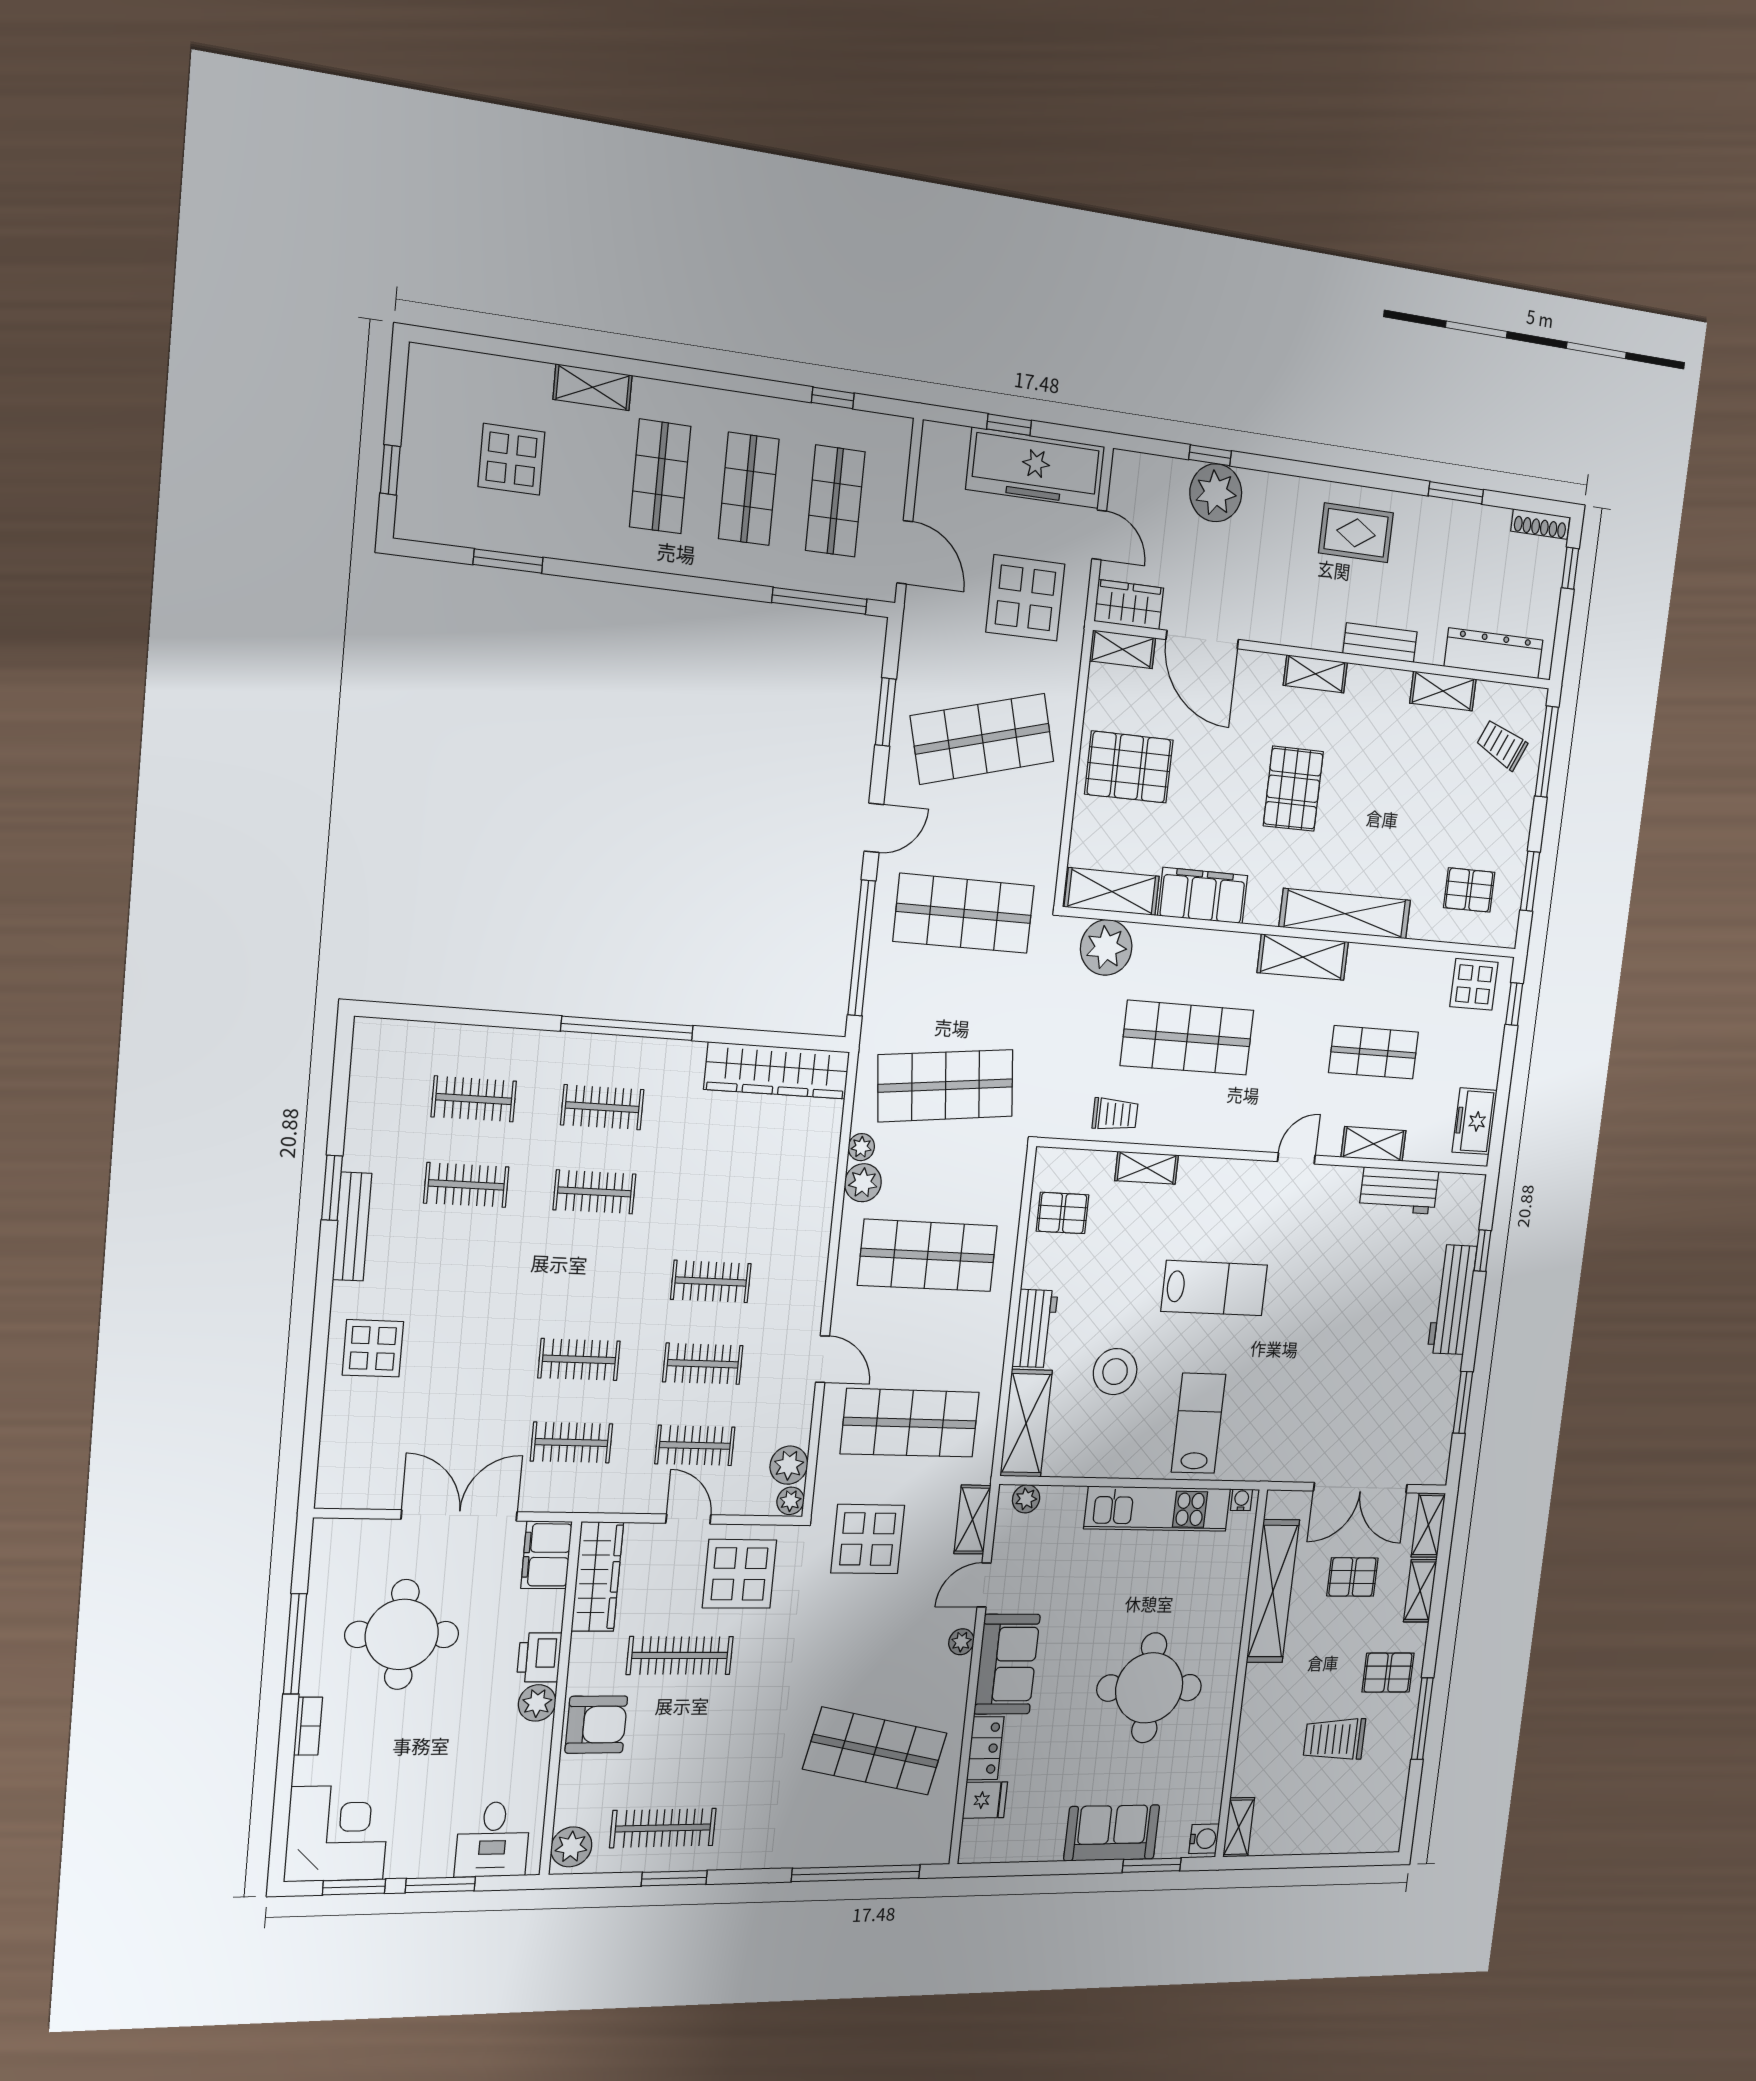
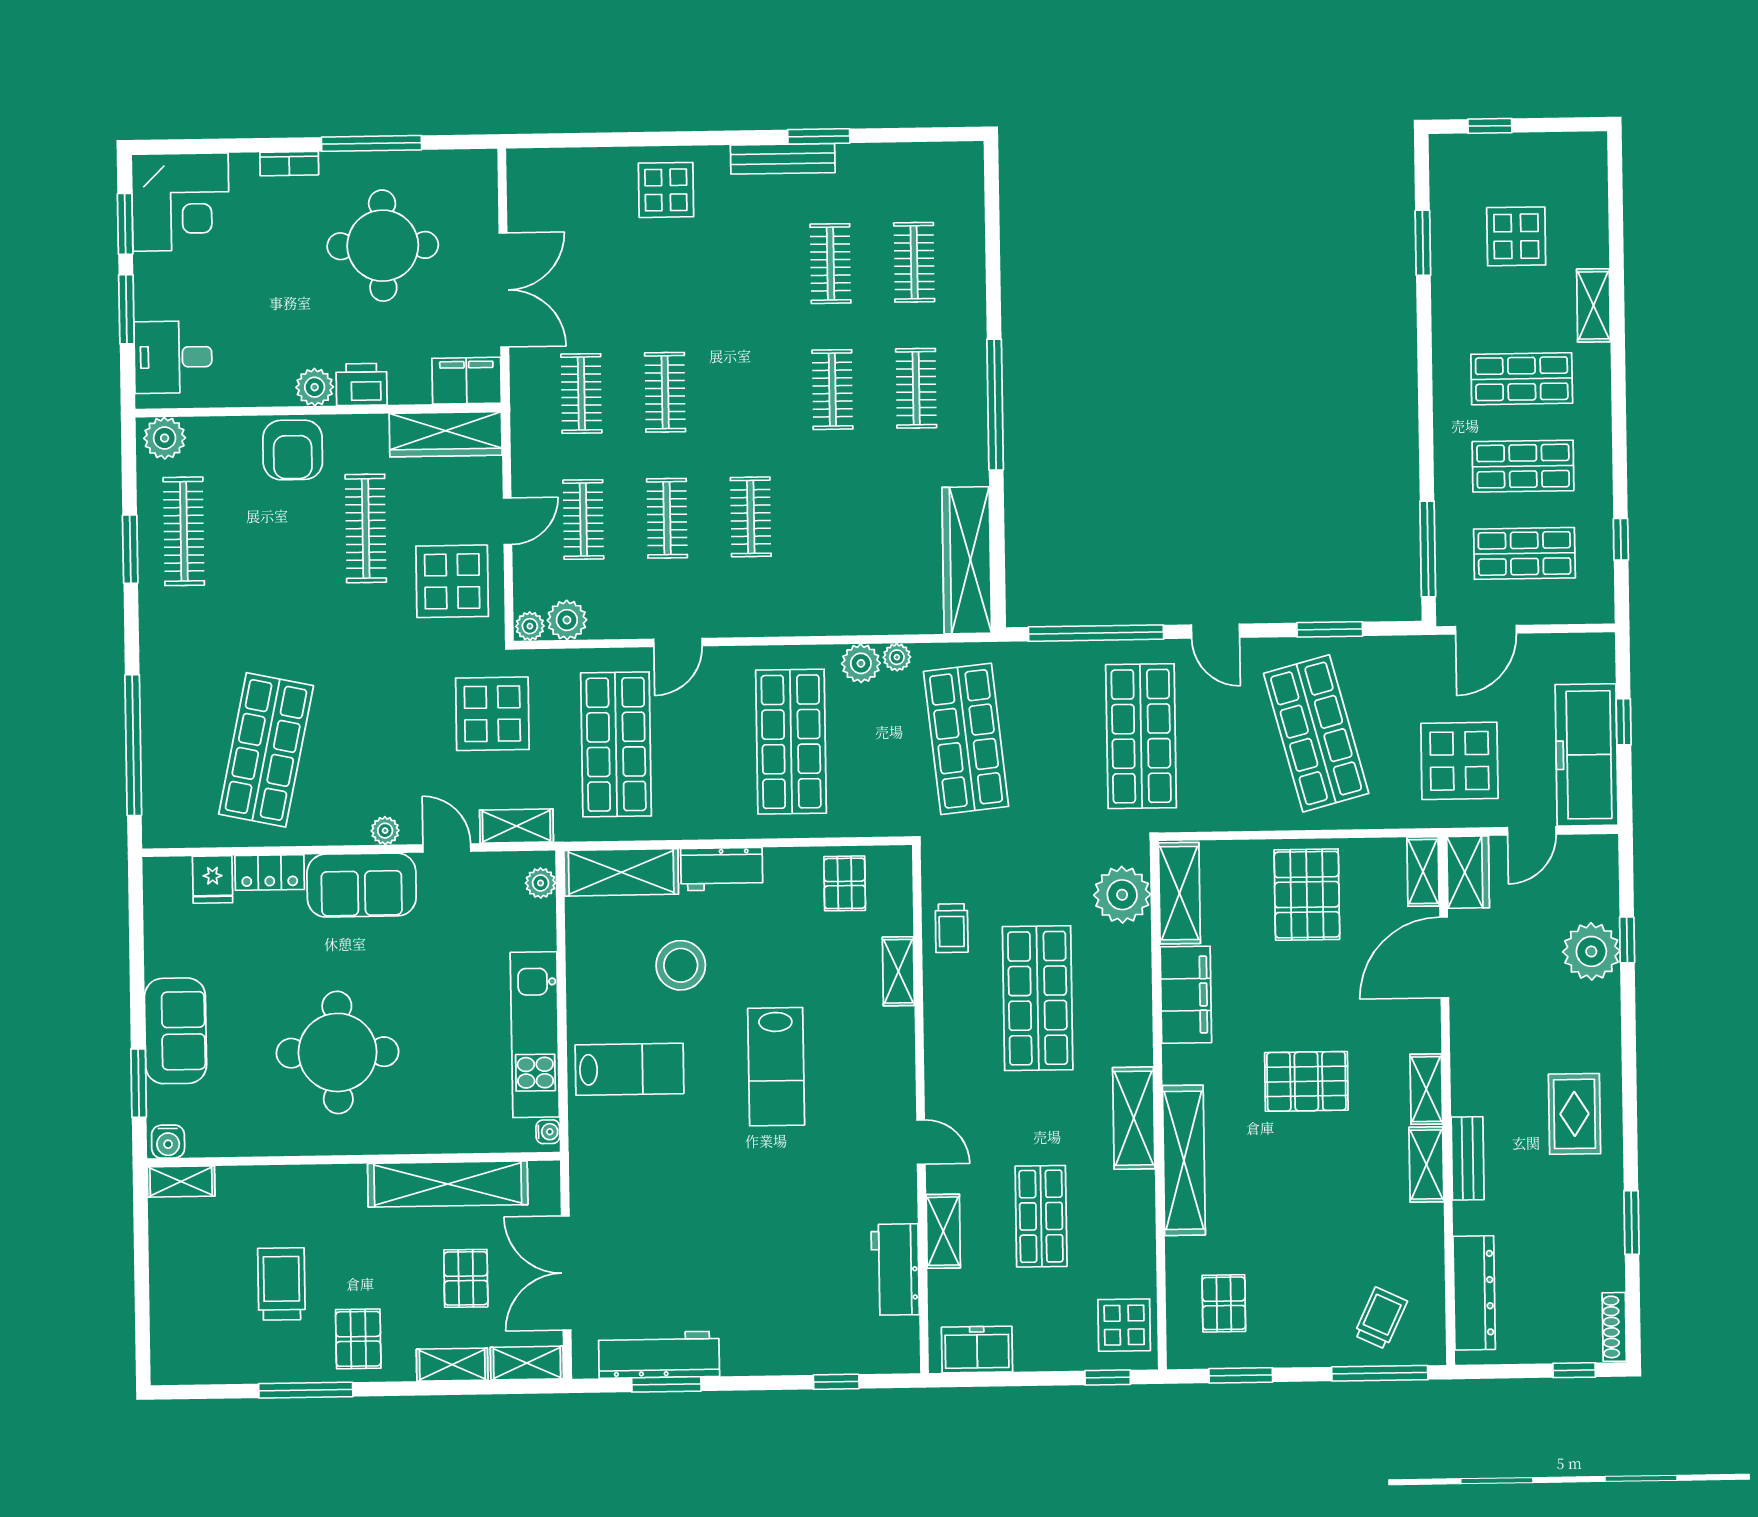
shelving: (1443, 691) -> (1426, 1164), moved
workbench: (1452, 1300) -> (659, 1355), moved

